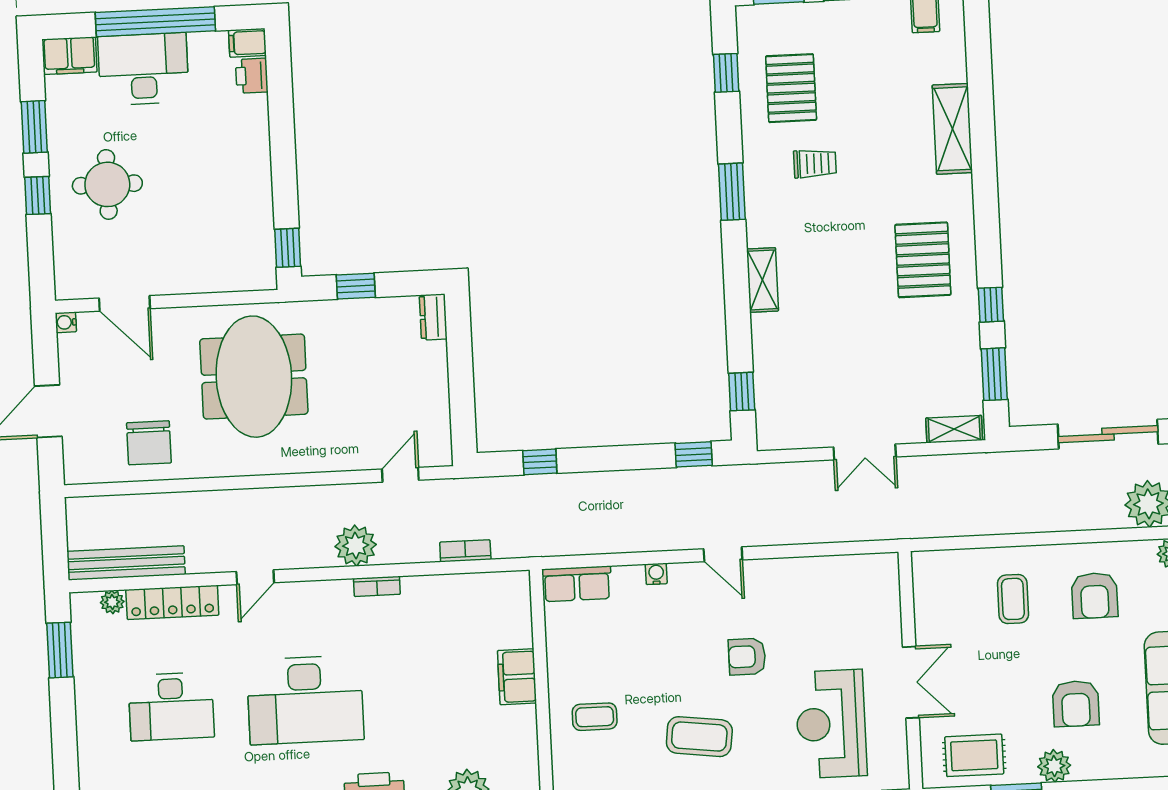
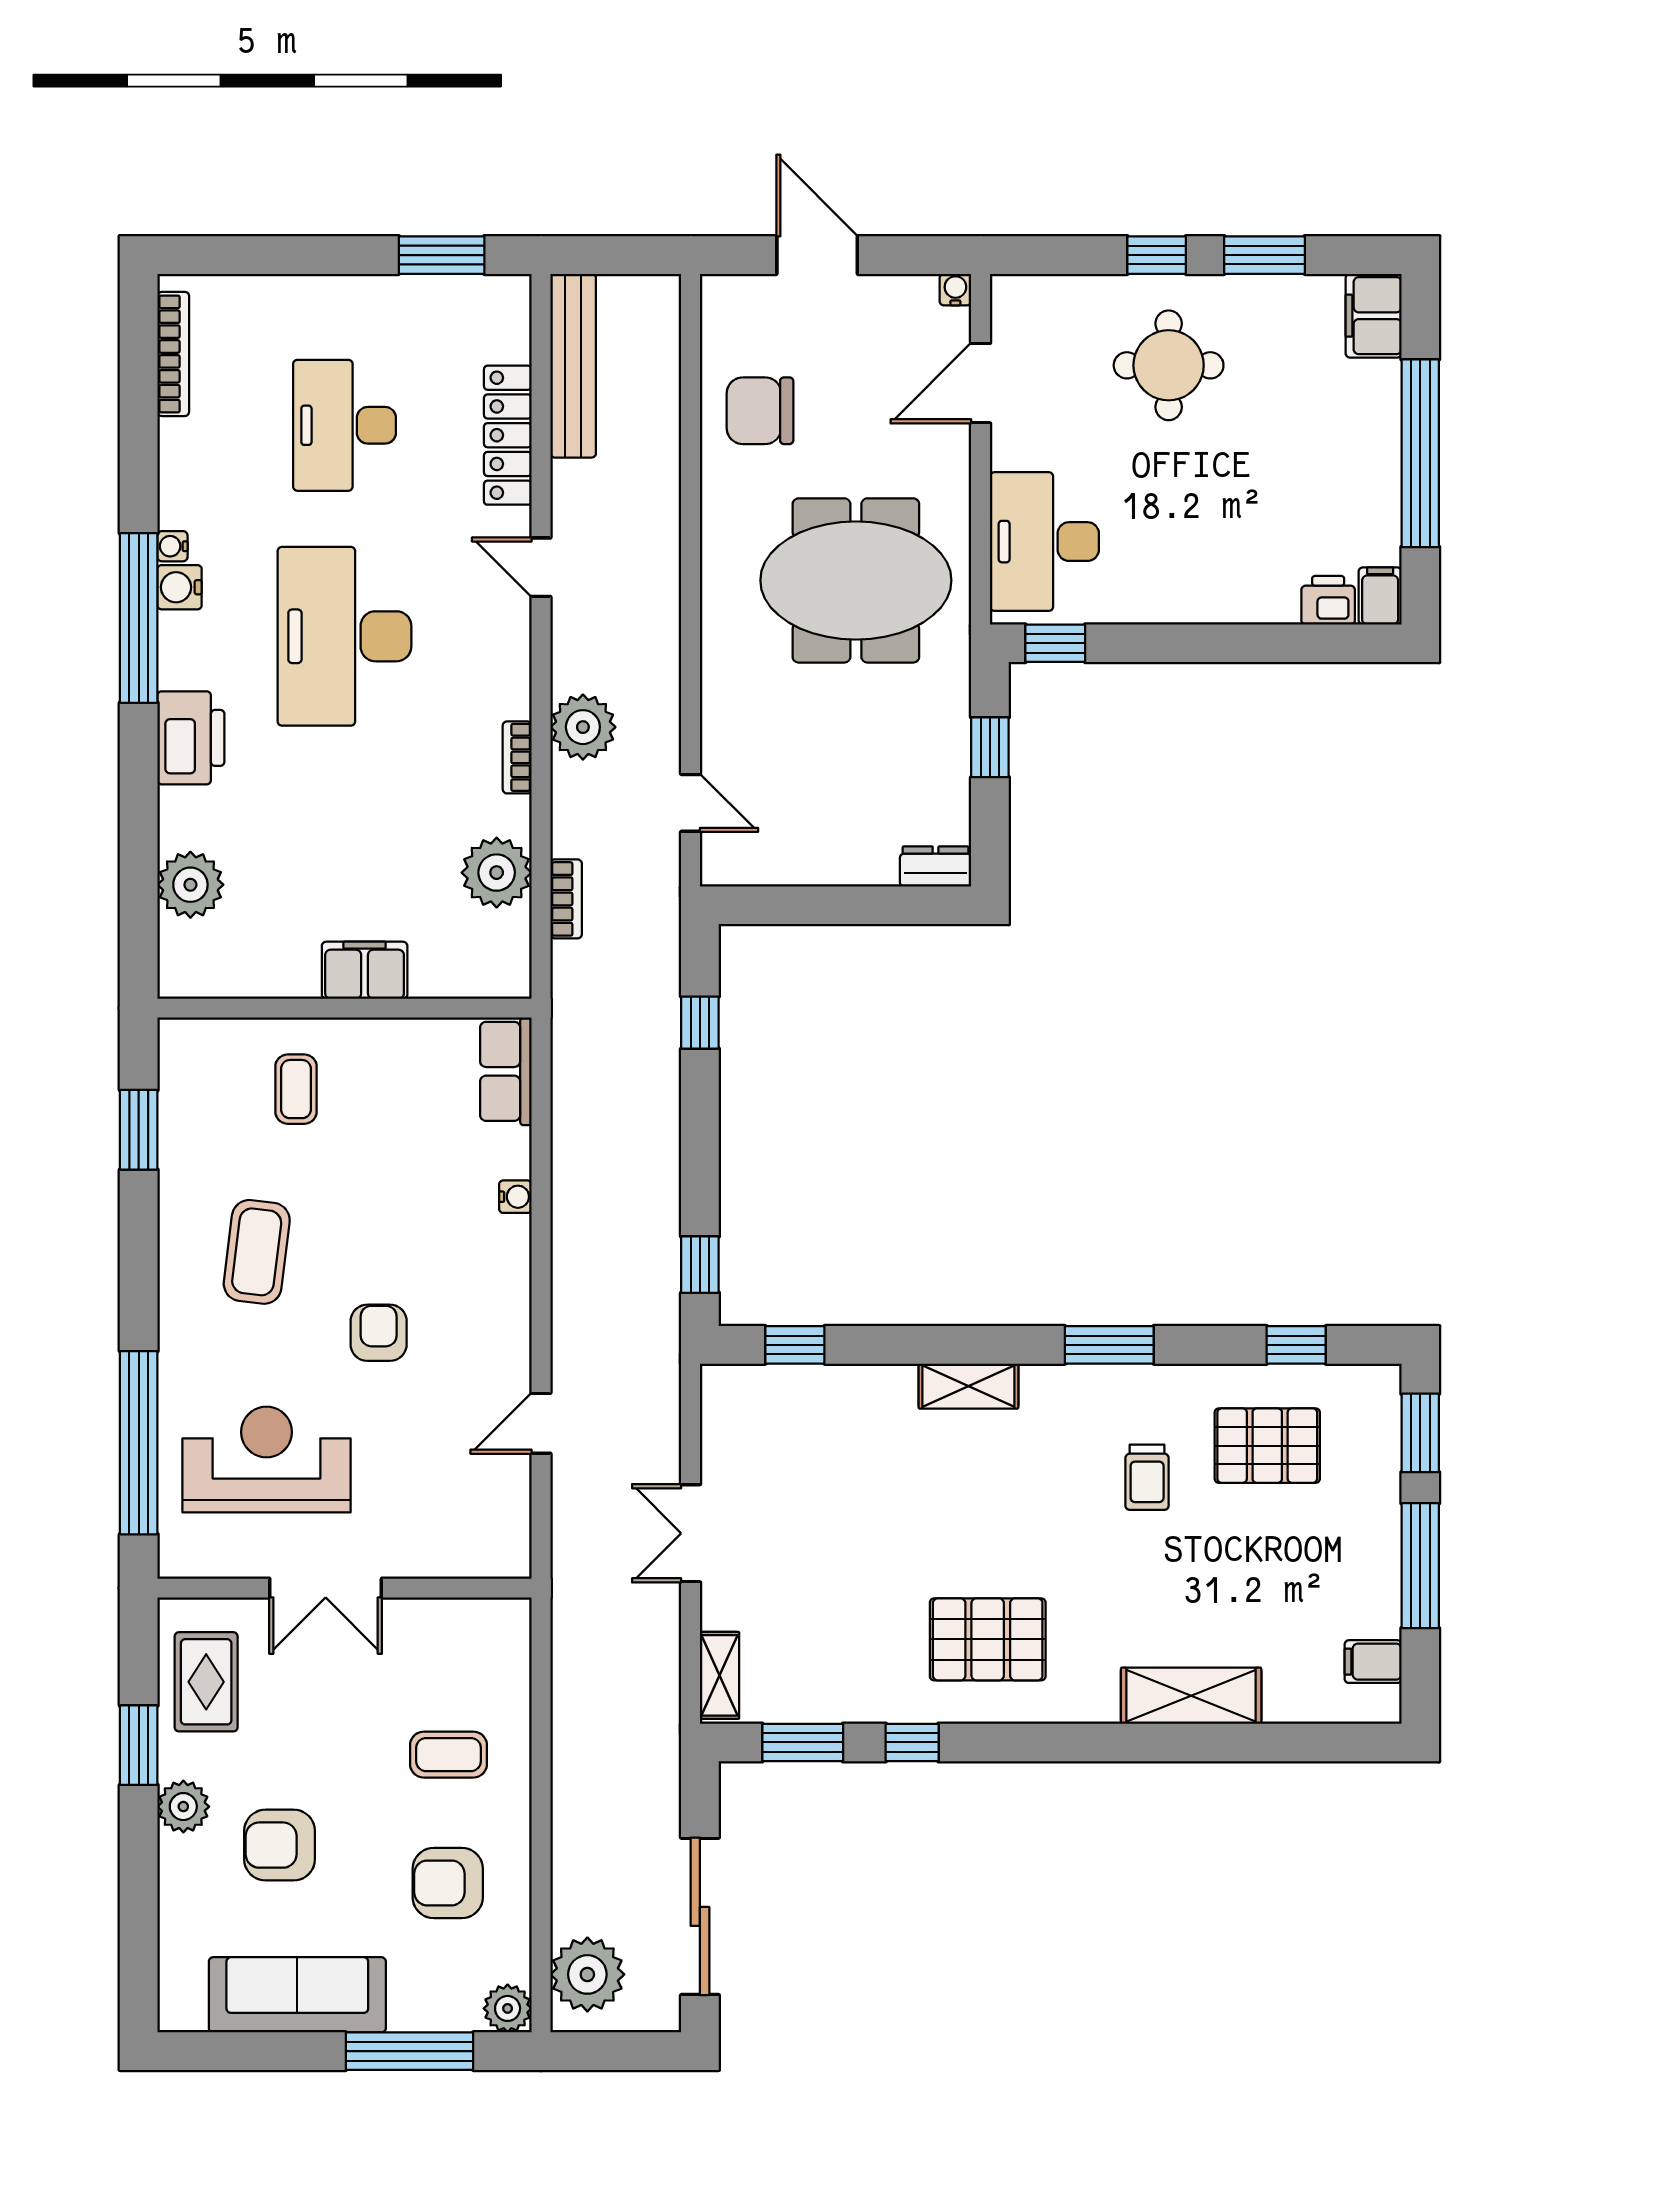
desk: (143, 69) -> (1044, 542), moved, turned 180
door: (723, 554) -> (541, 1423), moved
plant: (112, 602) -> (497, 873), moved, width x1.87, depth x1.87

